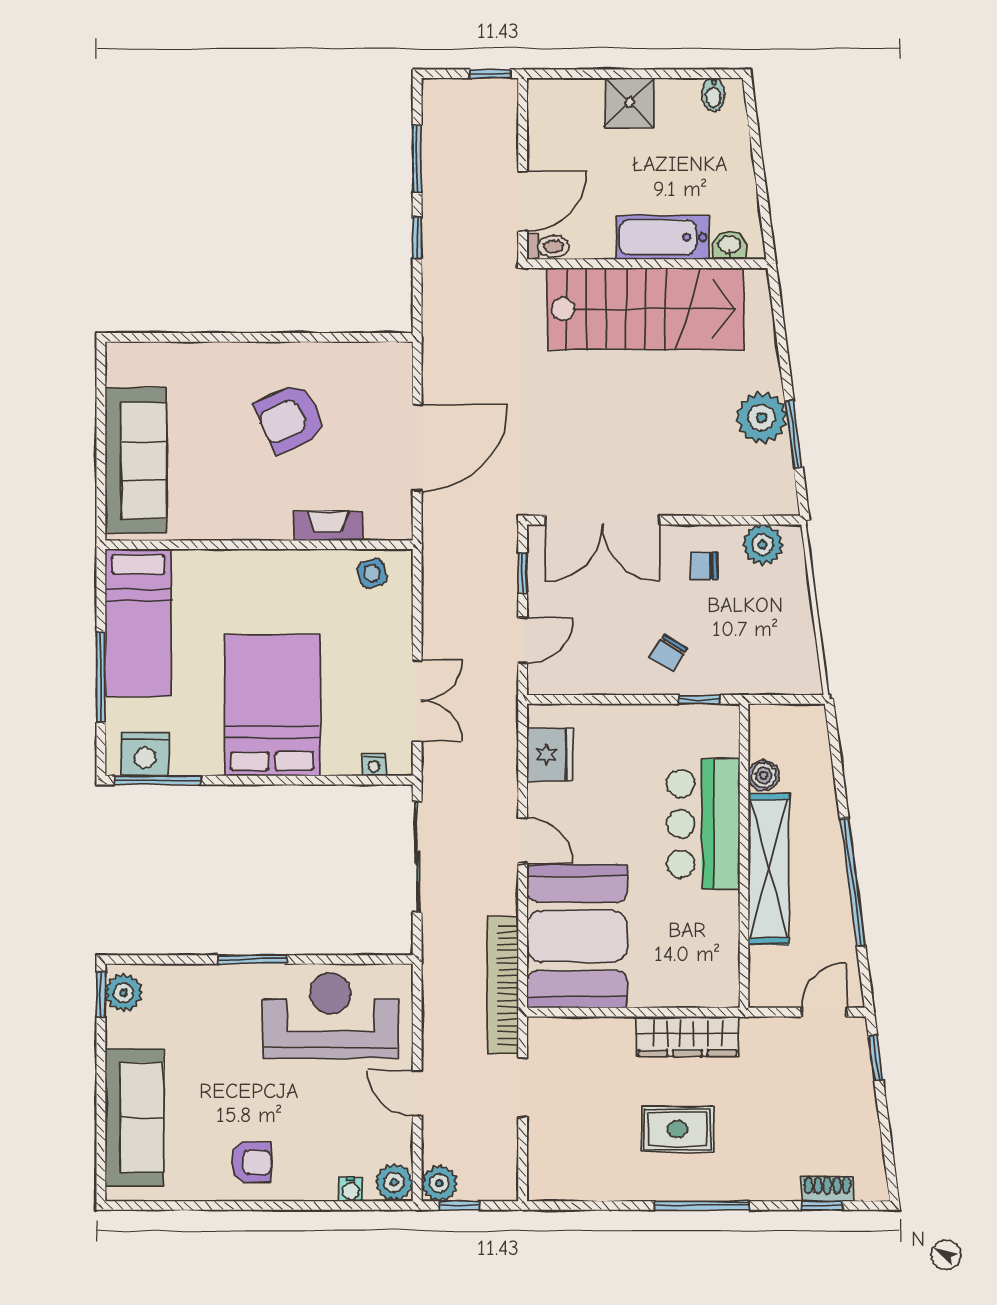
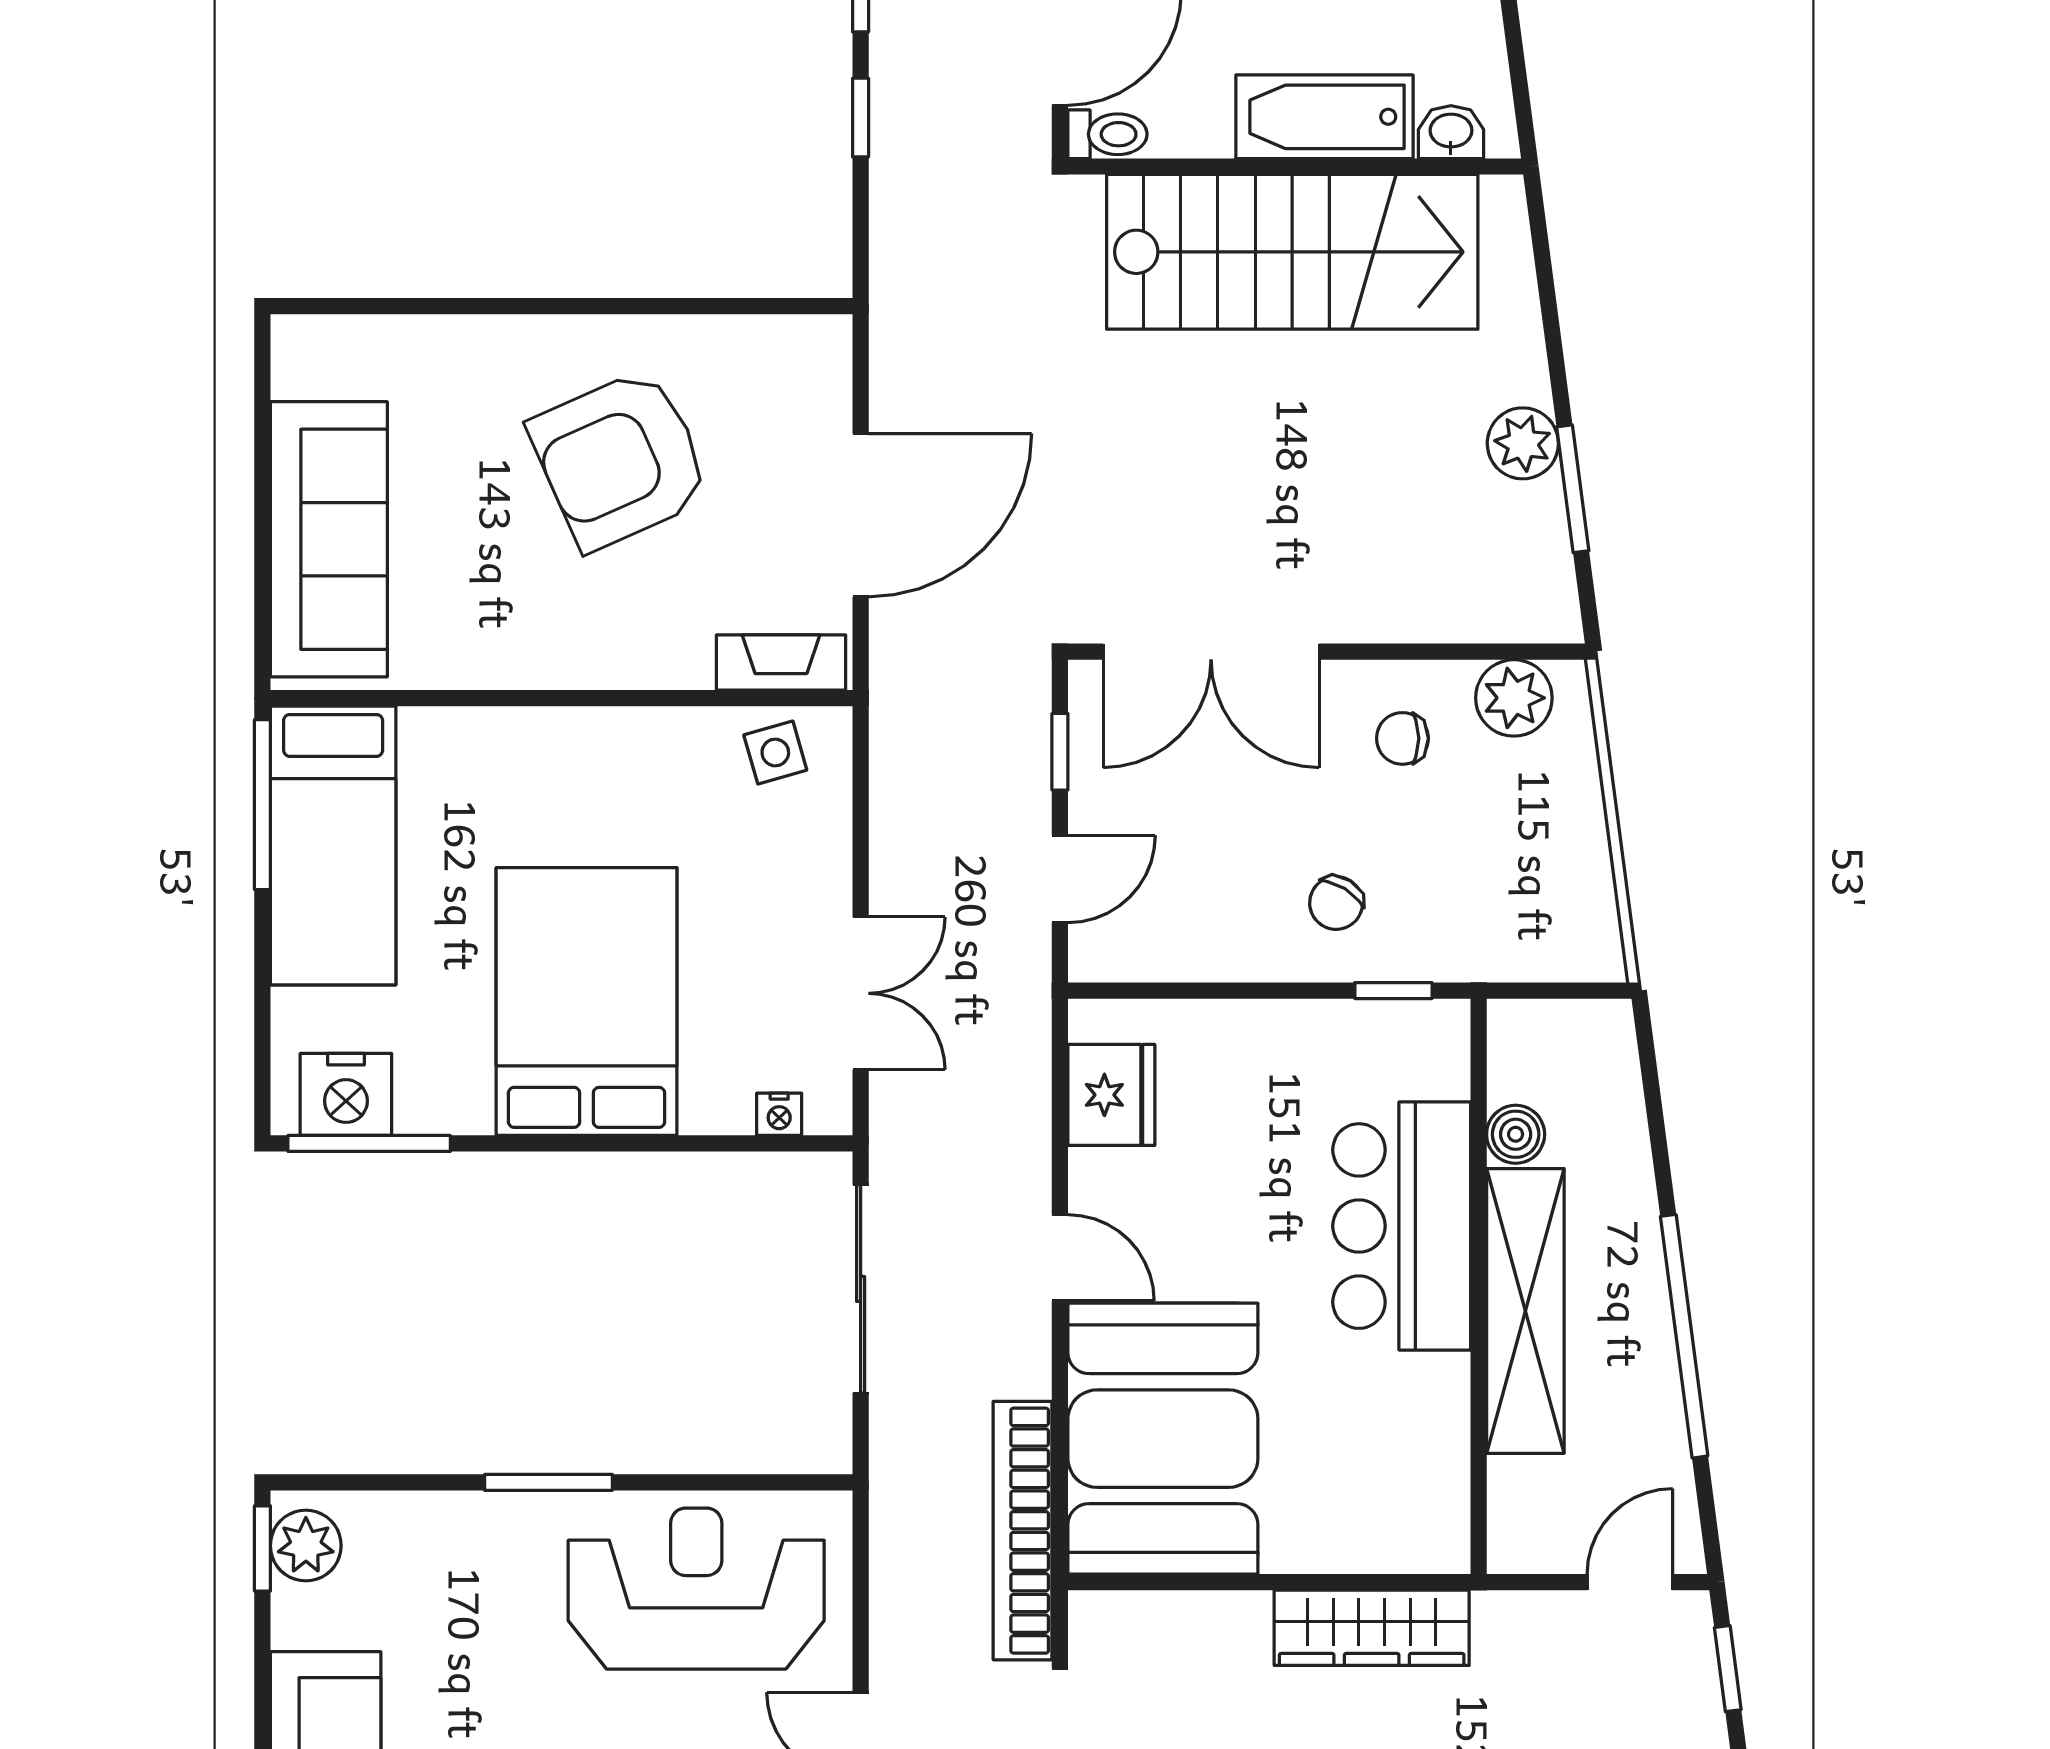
armchair: (290, 418) -> (620, 459), width x1.36, depth x1.36
plant: (761, 418) -> (1523, 443), width x0.73, depth x0.73
fireplace: (328, 526) -> (781, 663), moved
window: (101, 677) -> (262, 805), moved

